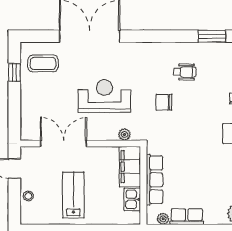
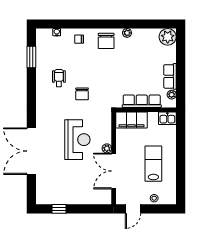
coffee table: (43, 63) -> (52, 187), removed
reception desk: (104, 96) -> (77, 140), turned 180
plant: (124, 135) -> (107, 148), moved
lab bench: (73, 195) -> (153, 164), turned 90
kitchen sink: (132, 199) -> (167, 118), moved

